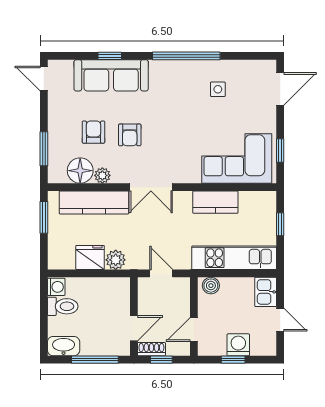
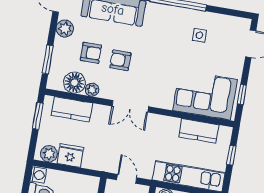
plant: (58, 109) -> (65, 29), added
armchair: (94, 132) -> (91, 53), turned 90
armchair: (130, 135) -> (120, 60), turned 90
kitchen counter: (94, 202) -> (72, 109), width x0.67
kitchen counter: (215, 202) -> (199, 131), moved
plant: (116, 260) -> (49, 154), moved

